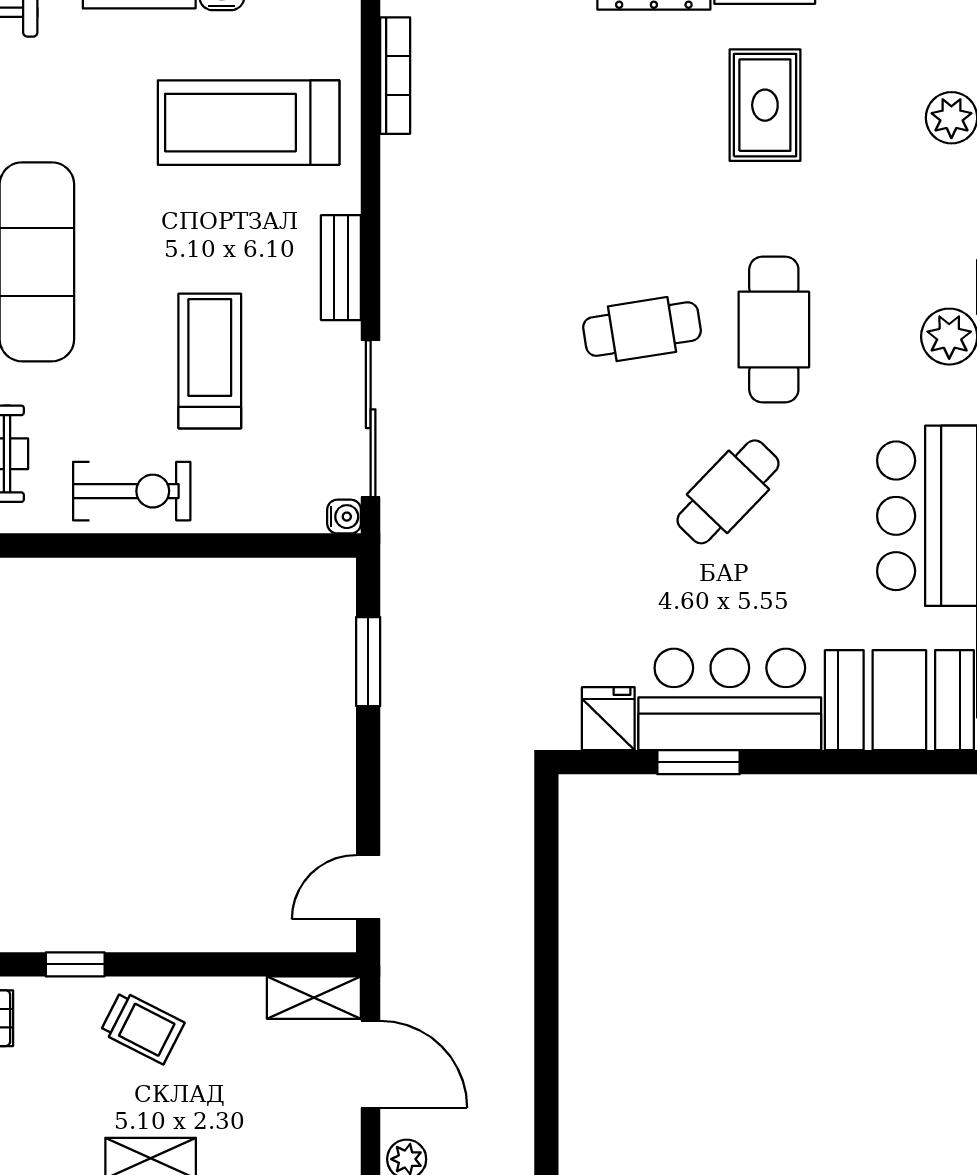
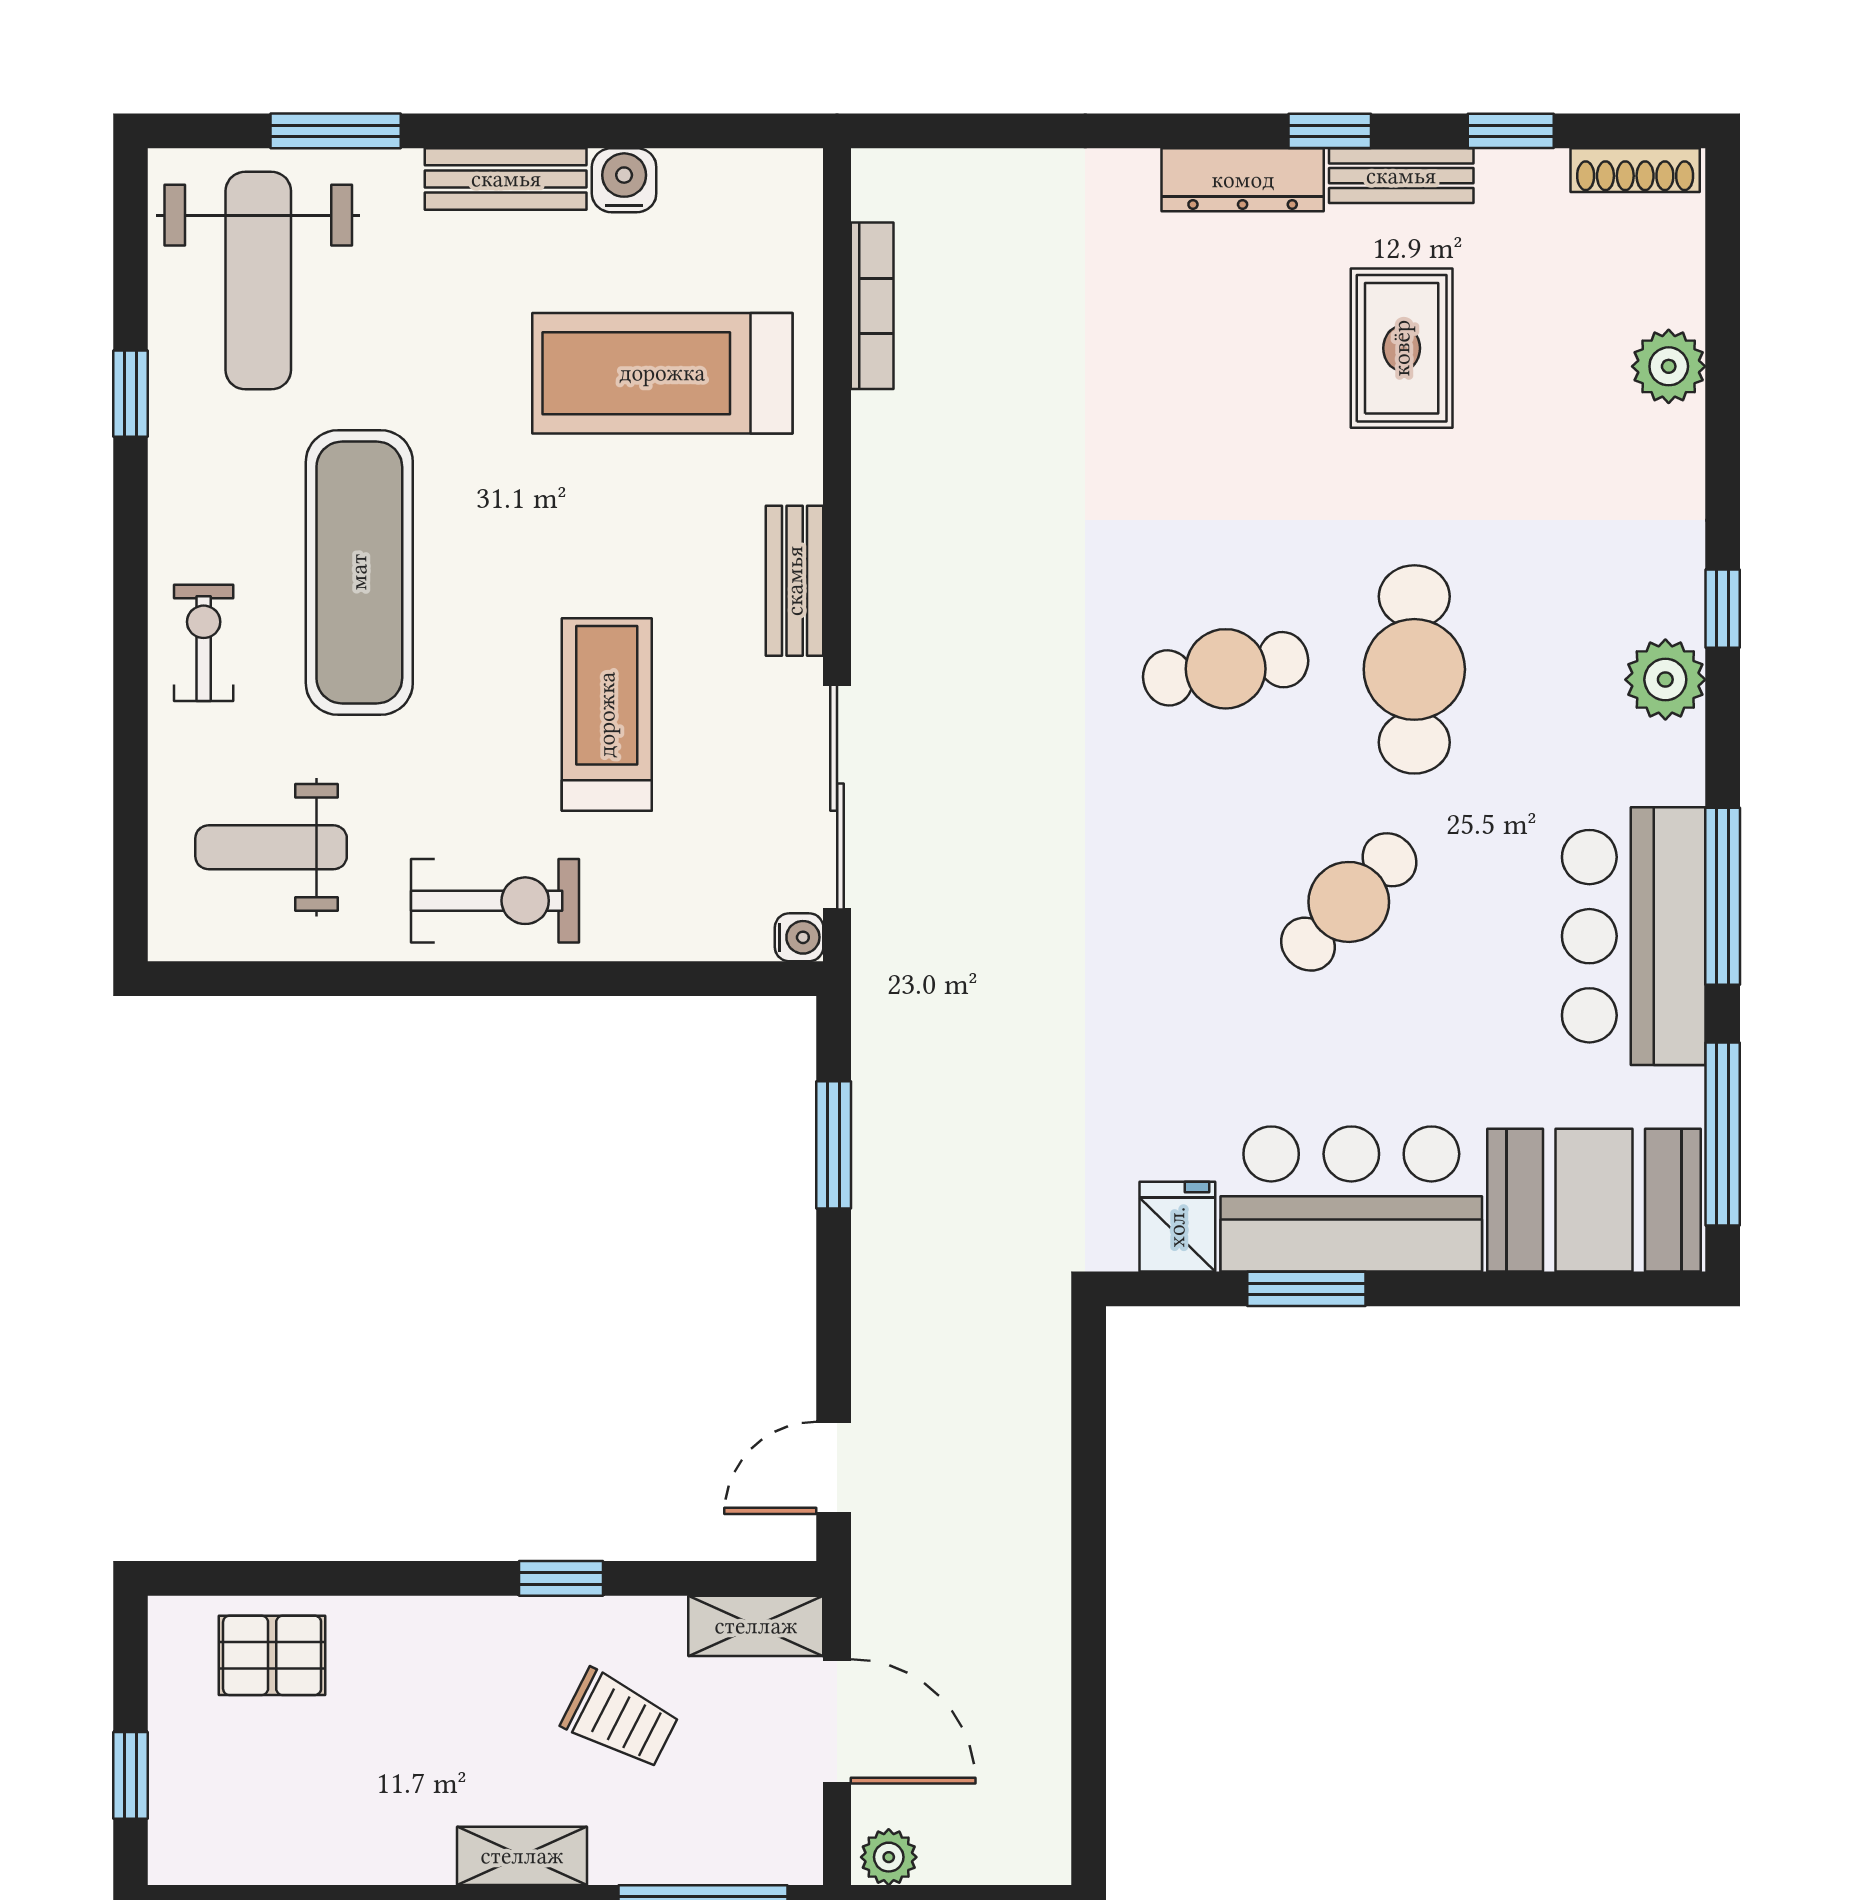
window: (75, 964) -> (561, 1578), moved
trolley: (142, 1027) -> (620, 1719), moved

